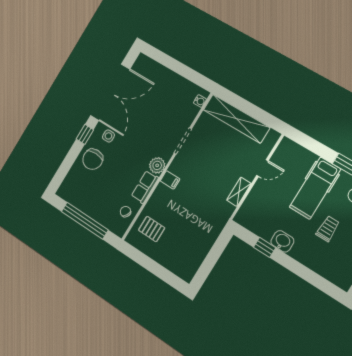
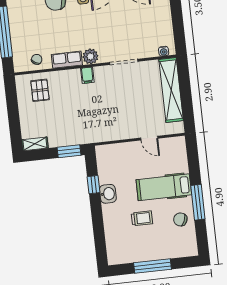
shelving: (239, 192) -> (35, 144), moved
window: (220, 245) -> (69, 151), added

